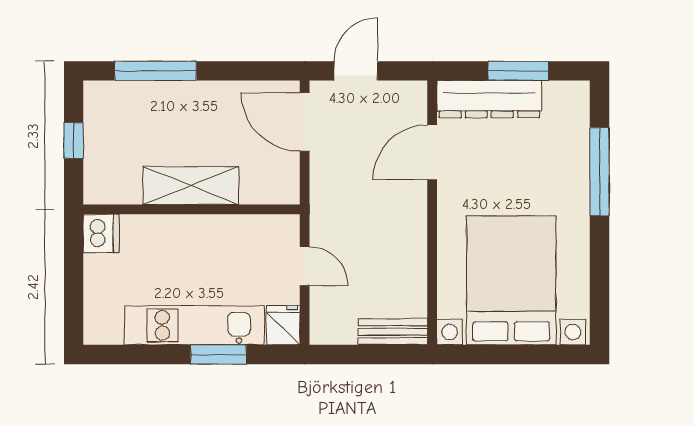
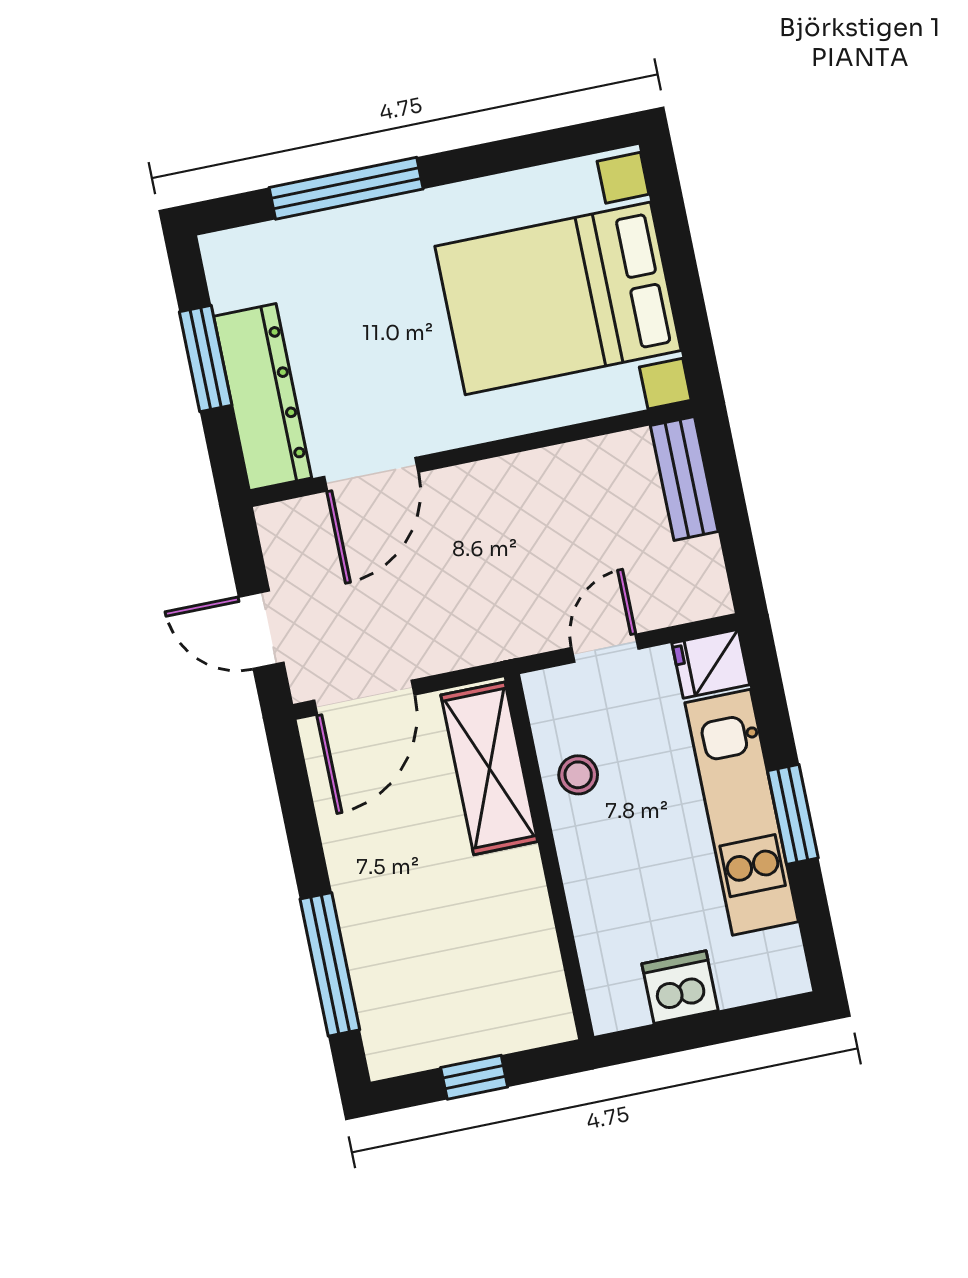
door: (432, 152) -> (371, 474), hinge flipped
shelving: (191, 186) -> (489, 768), moved
dishwasher: (101, 233) -> (680, 987), moved
stool: (235, 236) -> (578, 775), added
window: (218, 354) -> (793, 814), moved

